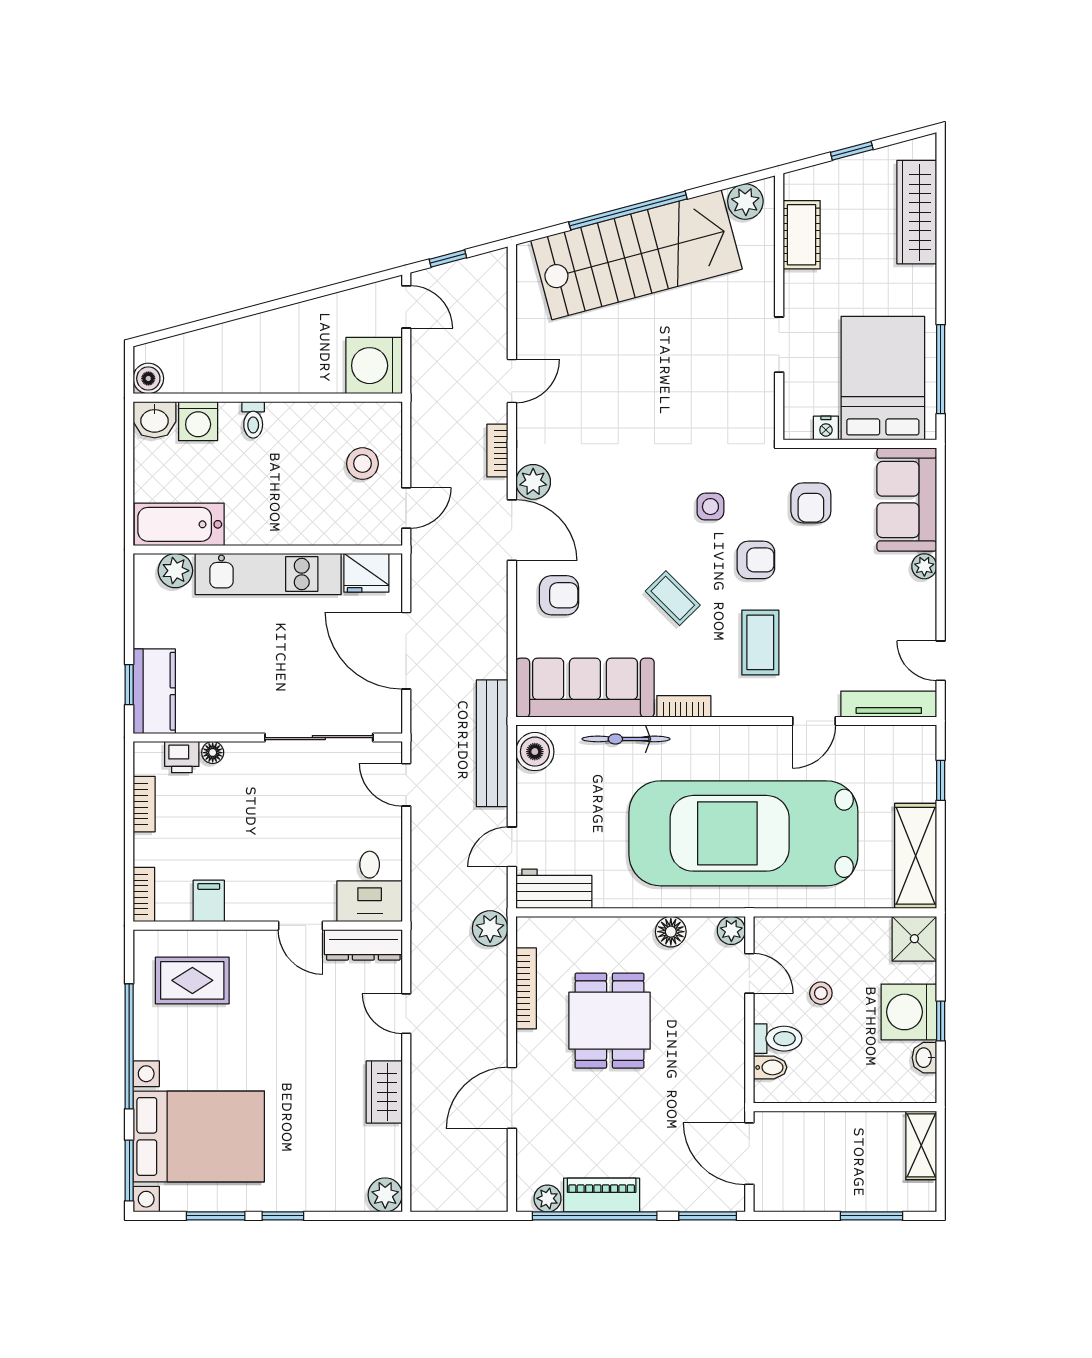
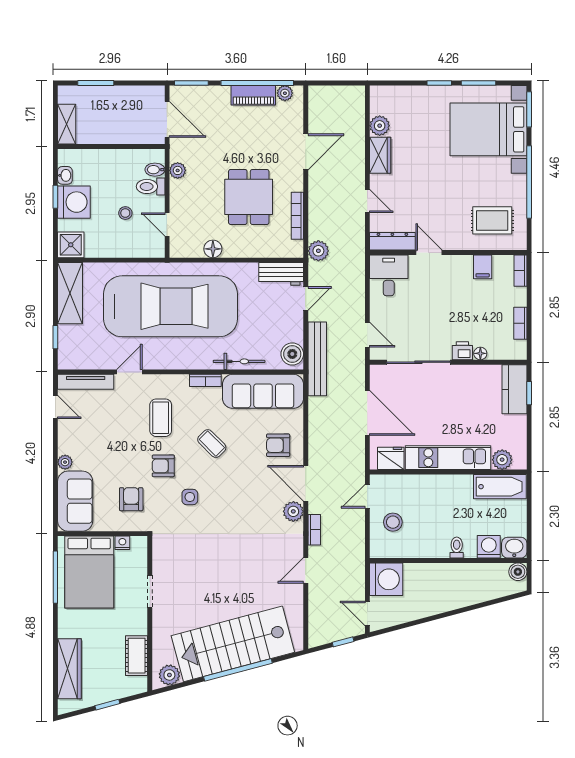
printer: (182, 757) -> (462, 351), moved
plant: (731, 930) -> (178, 170), moved
plant: (385, 1195) -> (380, 126), moved

